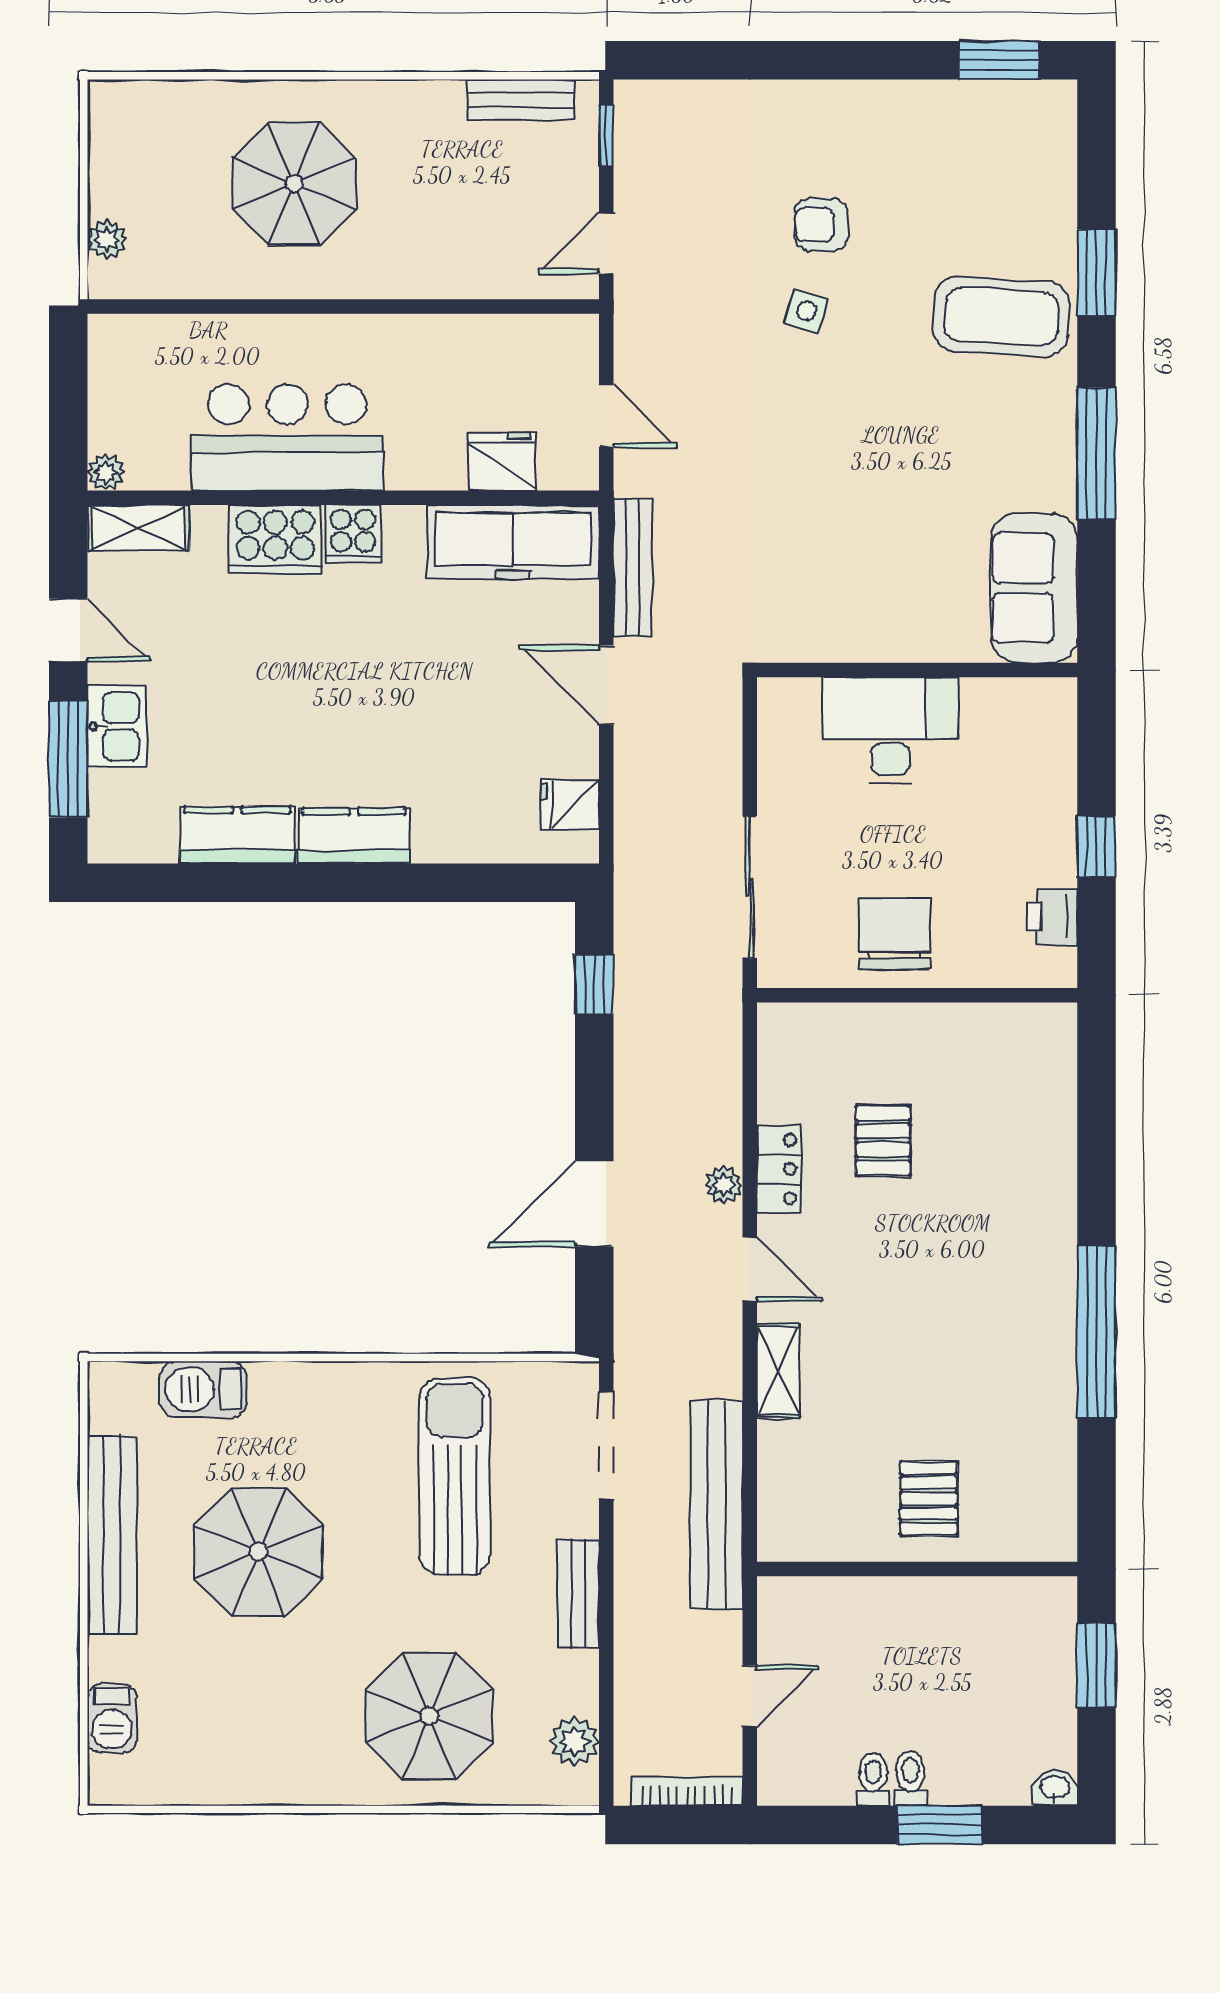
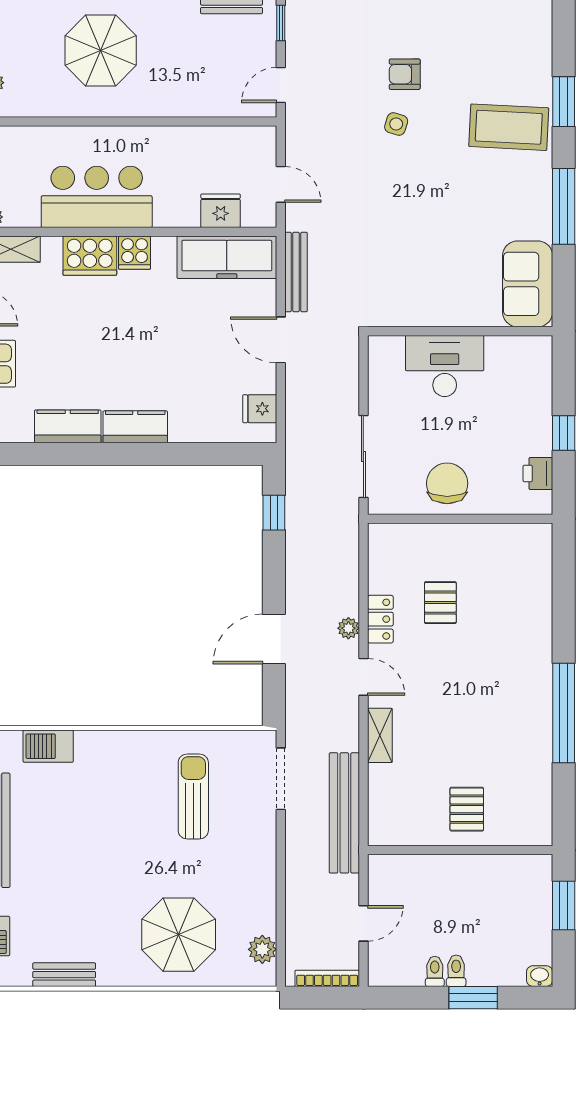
sun lounger: (455, 1476) -> (193, 797), width x0.73, depth x0.75
parasol: (259, 1552) -> (80, 840), removed
bench: (578, 1593) -> (64, 975), moved, turned 90

